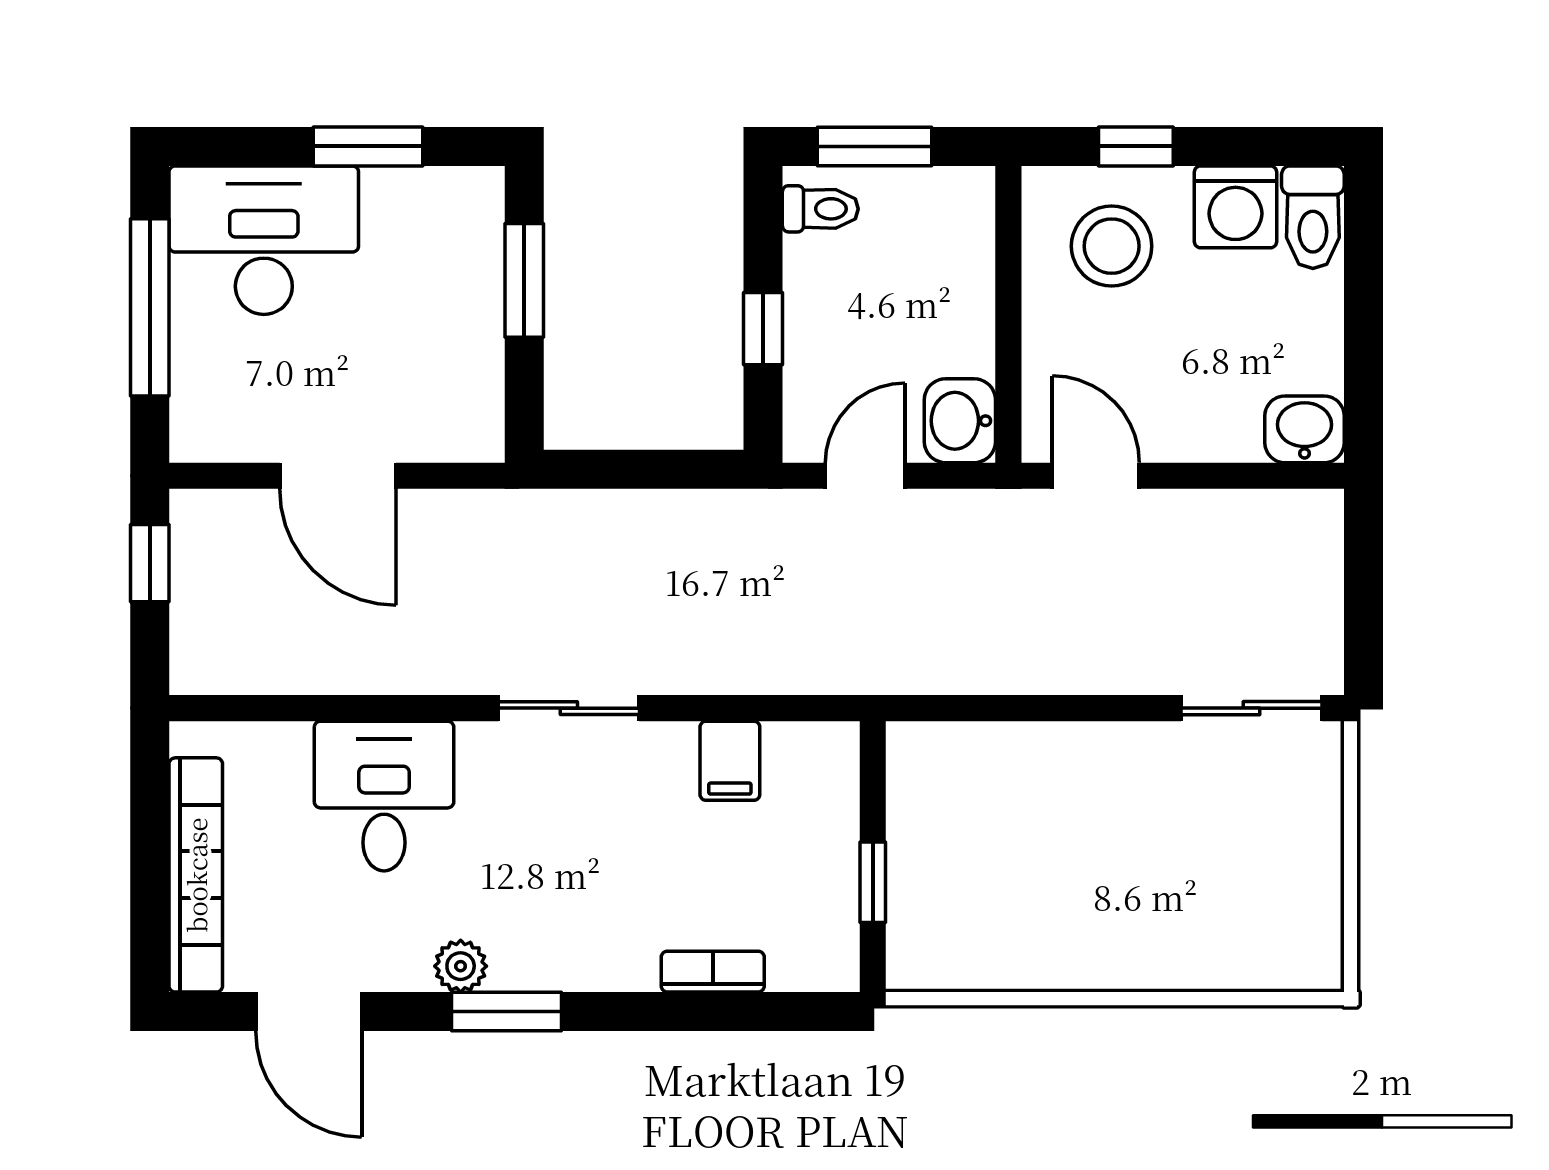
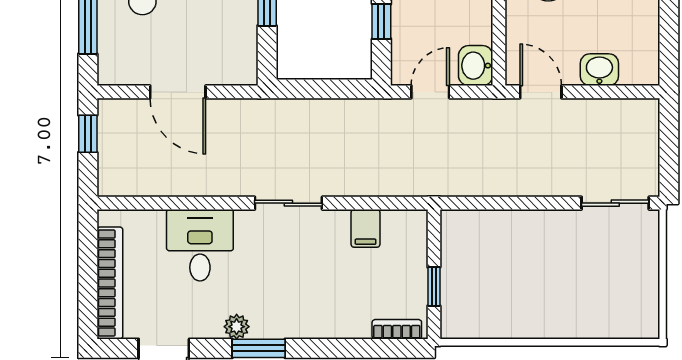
washbasin: (1305, 429) -> (599, 70), moved
bookcase: (713, 972) -> (397, 329), moved

